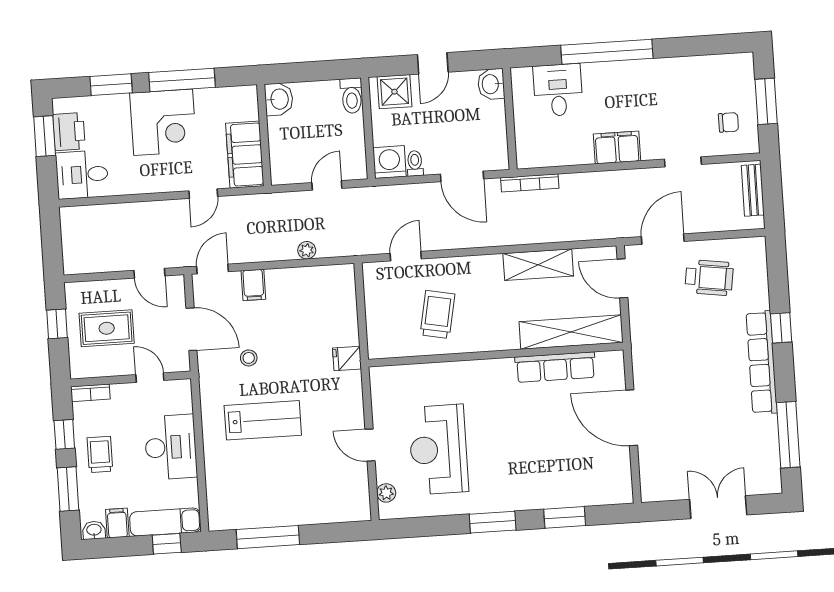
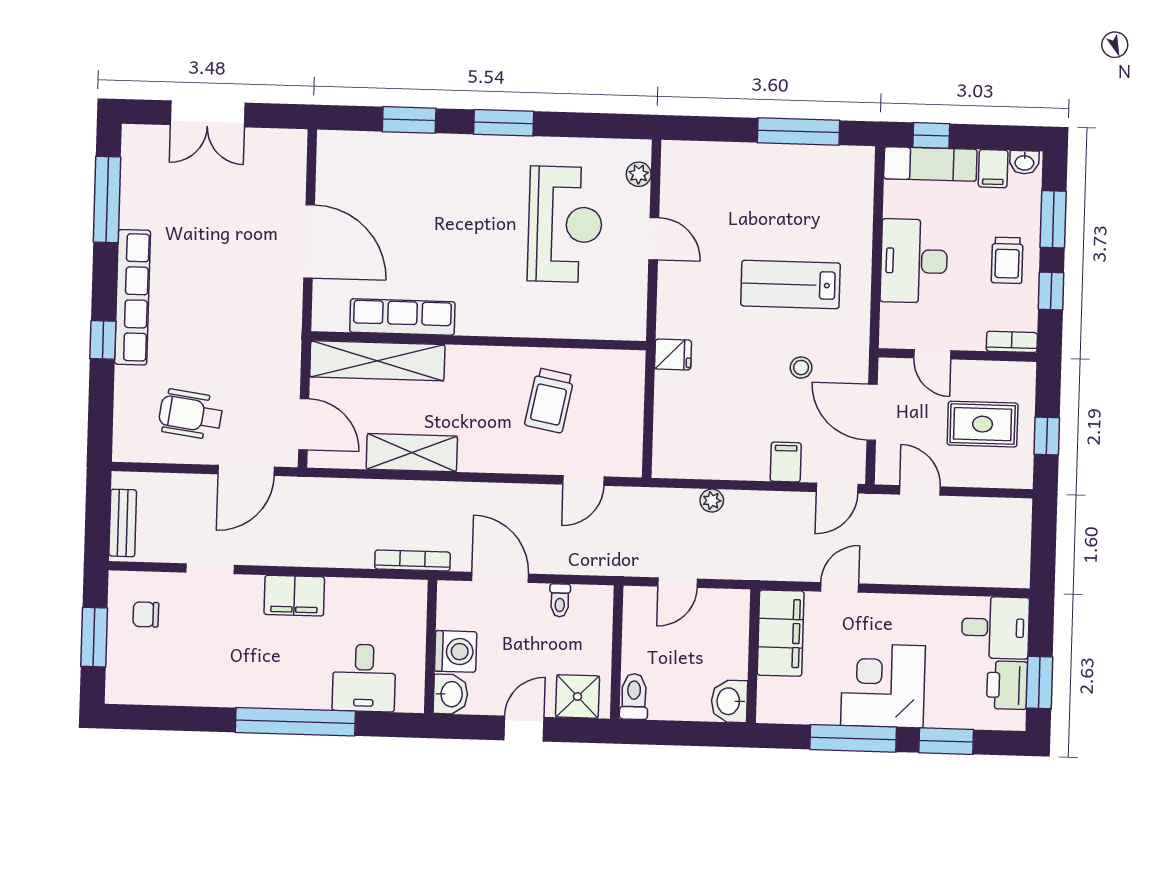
washing machine: (389, 162) -> (456, 651), moved, turned -90

